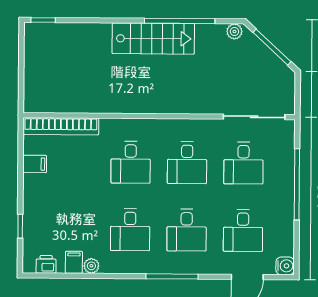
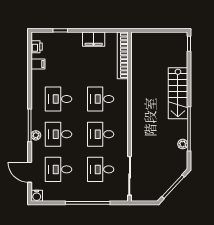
plant: (234, 31) -> (183, 144), moved
stairs: (153, 39) -> (178, 93), moved
filing cabinet: (35, 164) -> (94, 39), width x2.00
plant: (91, 266) -> (36, 135), moved

